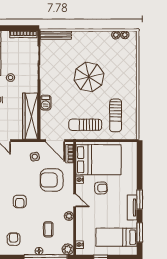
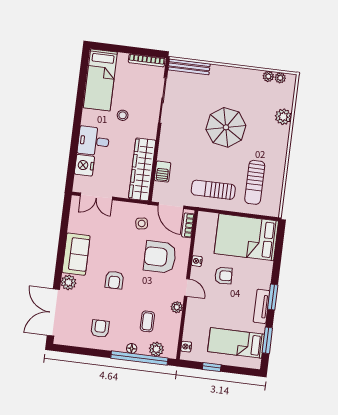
plant: (131, 64) -> (283, 117), added
barbecue: (46, 103) -> (163, 172), moved
bed: (98, 160) -> (246, 237), moved, turned 180
plant: (68, 249) -> (156, 349), moved

